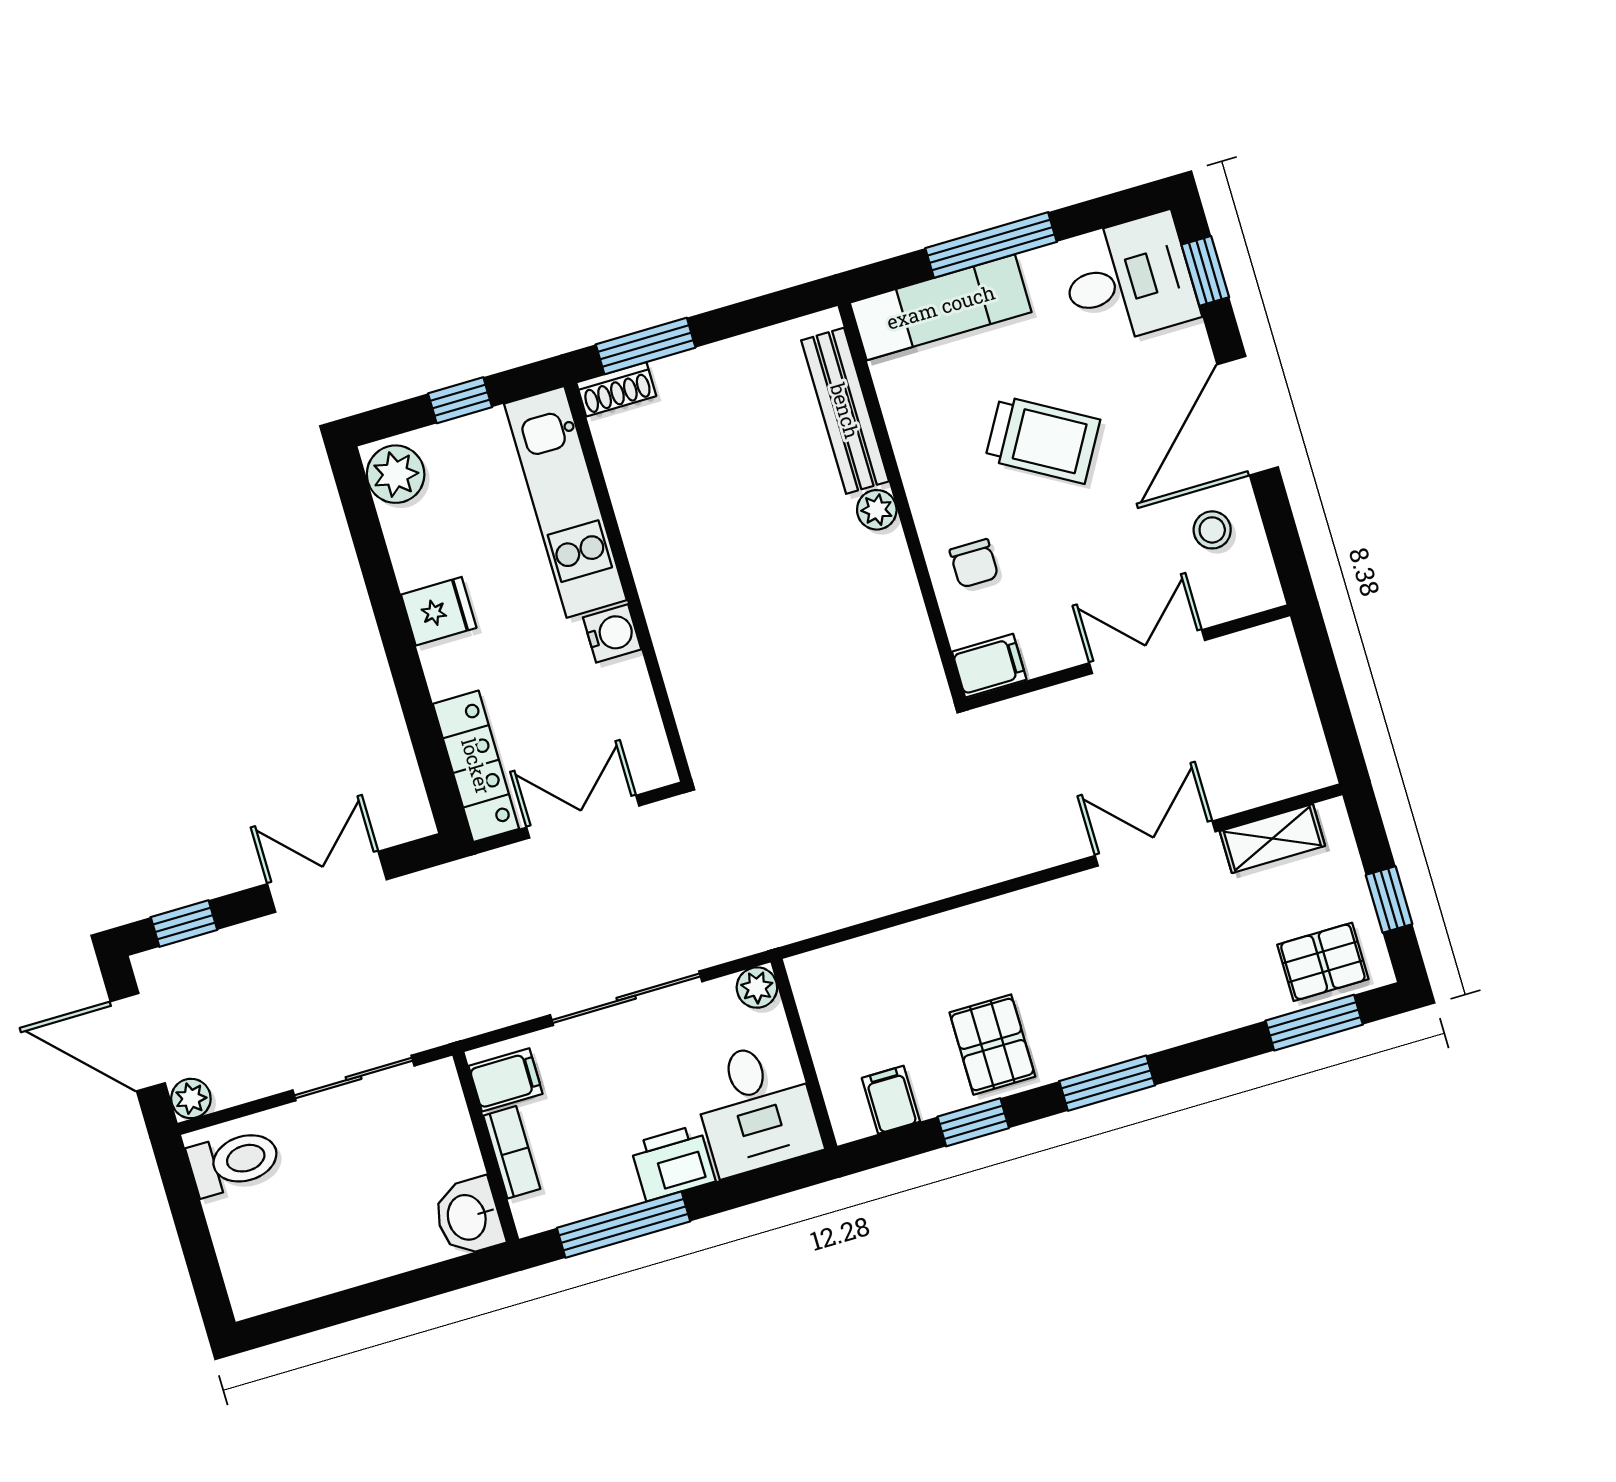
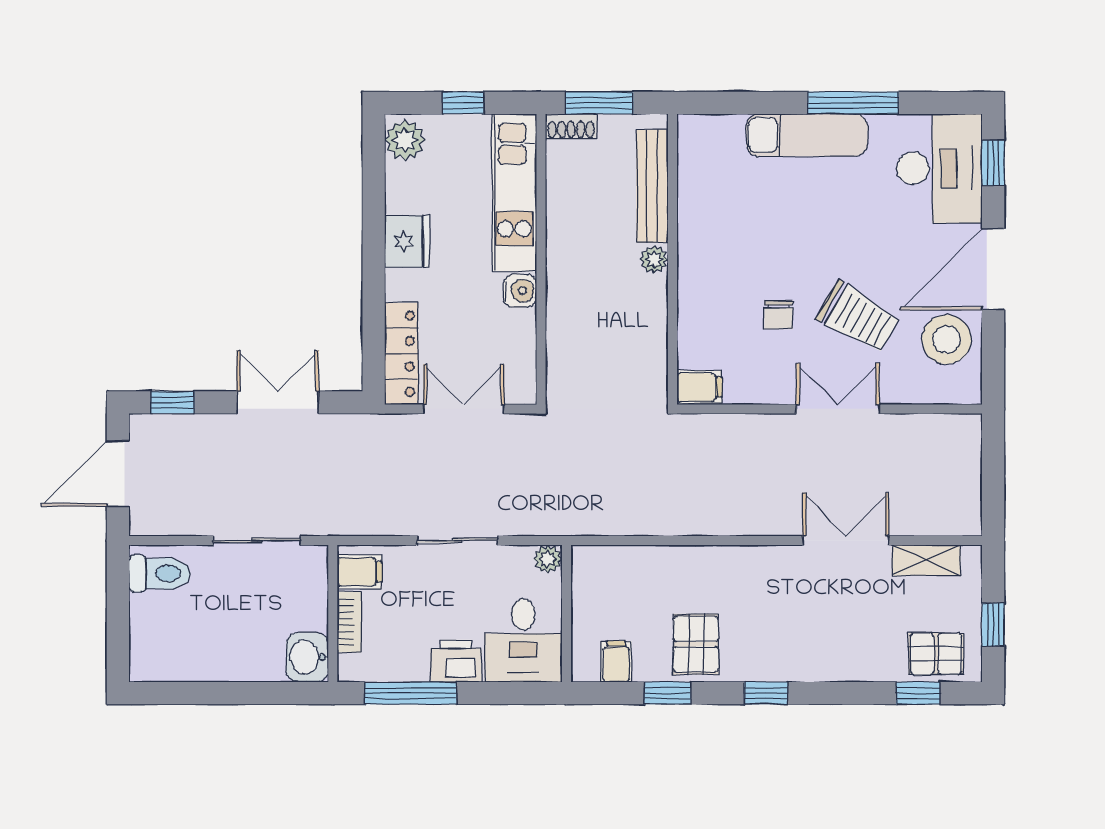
desk: (1128, 280) -> (939, 168), width x1.37
bench: (845, 411) -> (652, 186), moved
trolley: (1043, 440) -> (858, 317), moved
wall: (902, 502) -> (672, 259), moved
plant: (877, 510) -> (654, 259), moved
stool: (1212, 530) -> (947, 339), width x1.89, depth x1.89
fridge: (439, 611) -> (407, 241), width x1.38
double door: (1147, 652) -> (838, 409), moved
filing cabinet: (989, 666) -> (699, 387), moved
sliding door: (626, 998) -> (457, 540), width x0.73
window: (1314, 1023) -> (918, 693), width x0.67
door: (138, 1042) -> (118, 473), hinge flipped
window: (1107, 1083) -> (766, 693), width x0.67
plant: (191, 1098) -> (143, 522), removed

